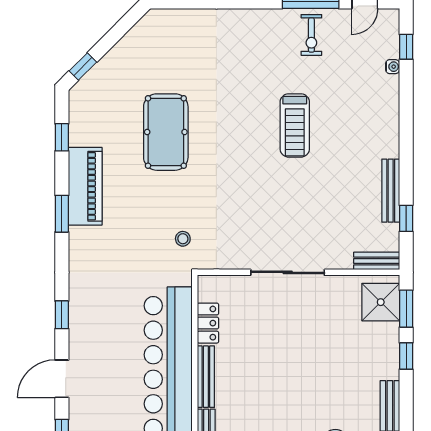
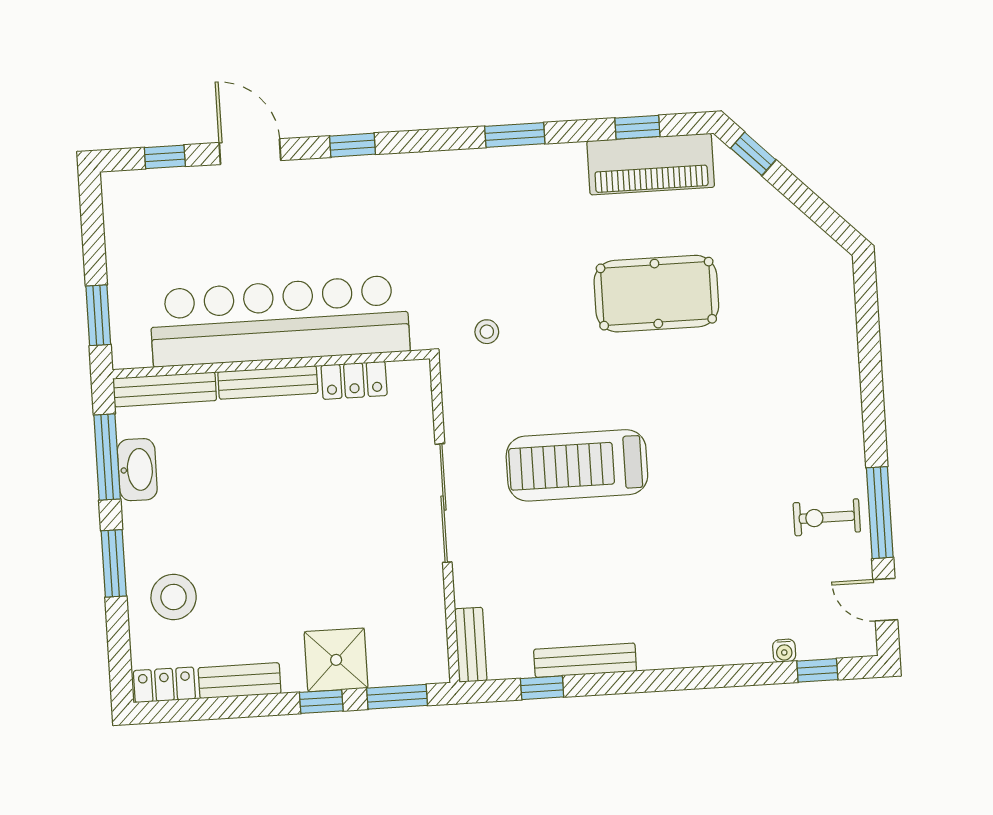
treadmill: (295, 125) -> (577, 465), moved, width x1.37, depth x1.38
piano: (85, 186) -> (651, 164), moved
shower: (381, 302) -> (336, 660), moved

